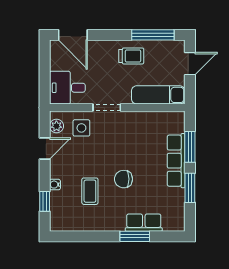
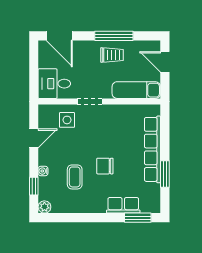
window: (153, 35) -> (114, 36), moved
door: (190, 64) -> (165, 62), swing flipped
plant: (56, 126) -> (44, 207), moved
window: (190, 147) -> (165, 137), removed
row of seats: (176, 161) -> (152, 149), width x1.36
window: (135, 236) -> (138, 218), moved

